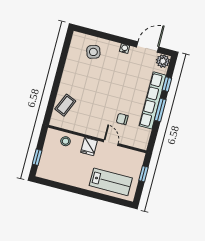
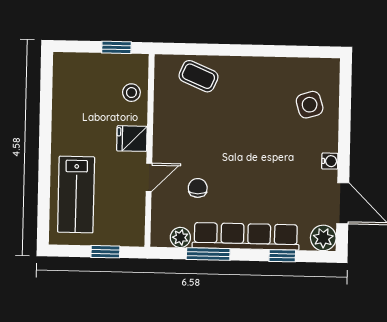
window: (160, 110) -> (208, 254), moved
plant: (145, 134) -> (180, 237), added
window: (37, 157) -> (116, 47), moved

